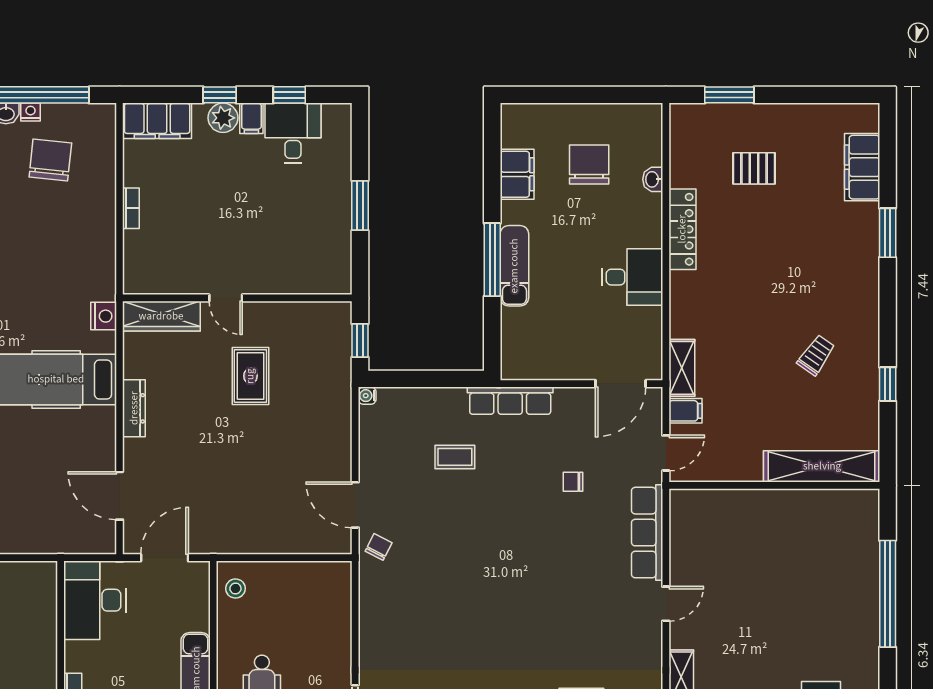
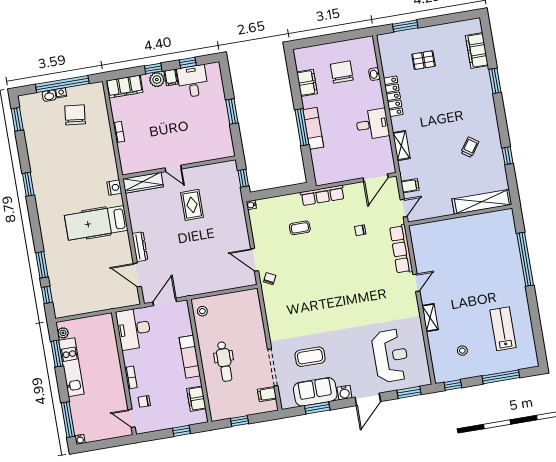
shelving: (682, 368) -> (401, 146), moved
dresser: (134, 408) -> (140, 247), moved

